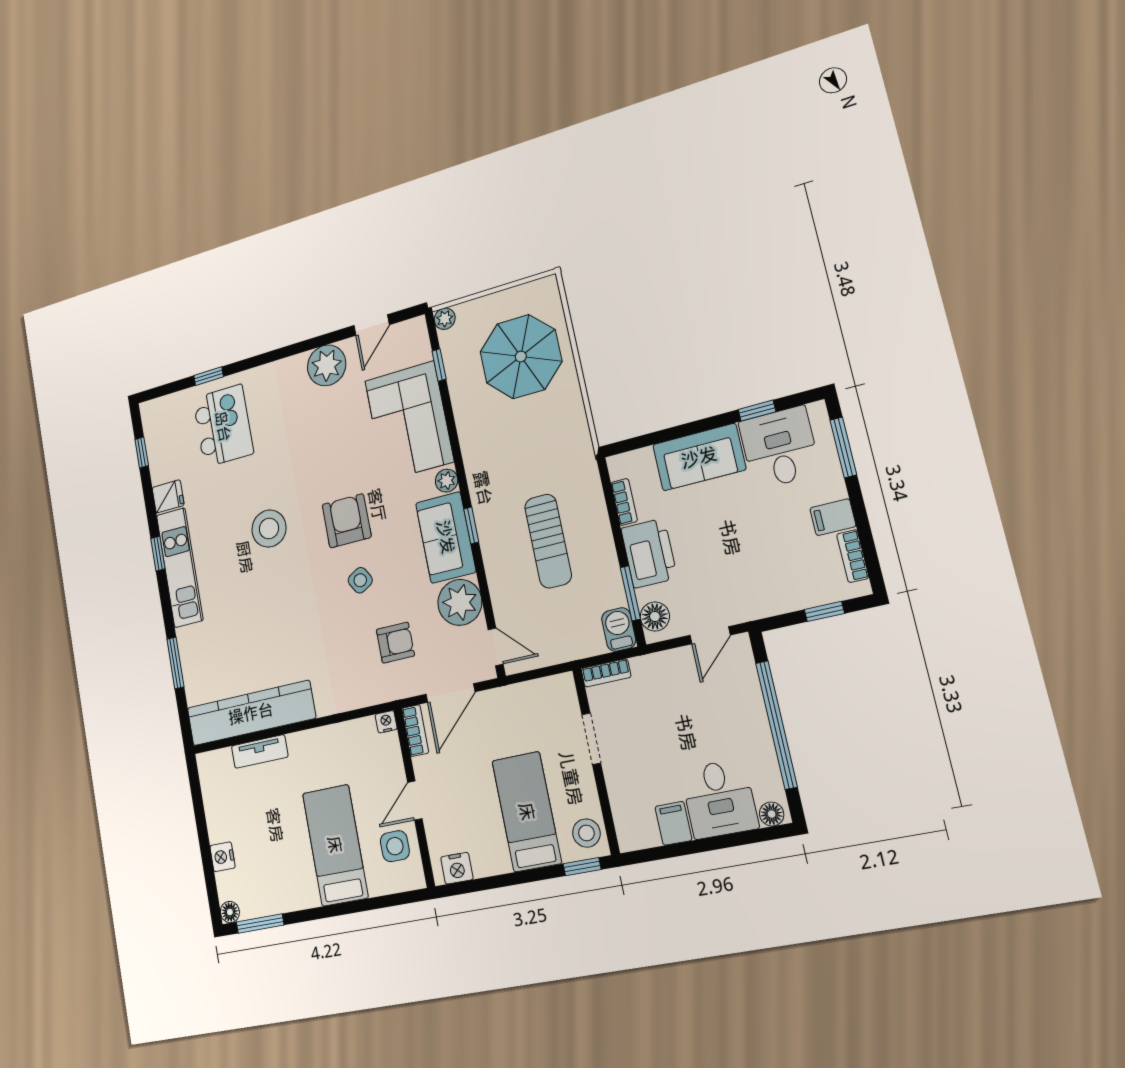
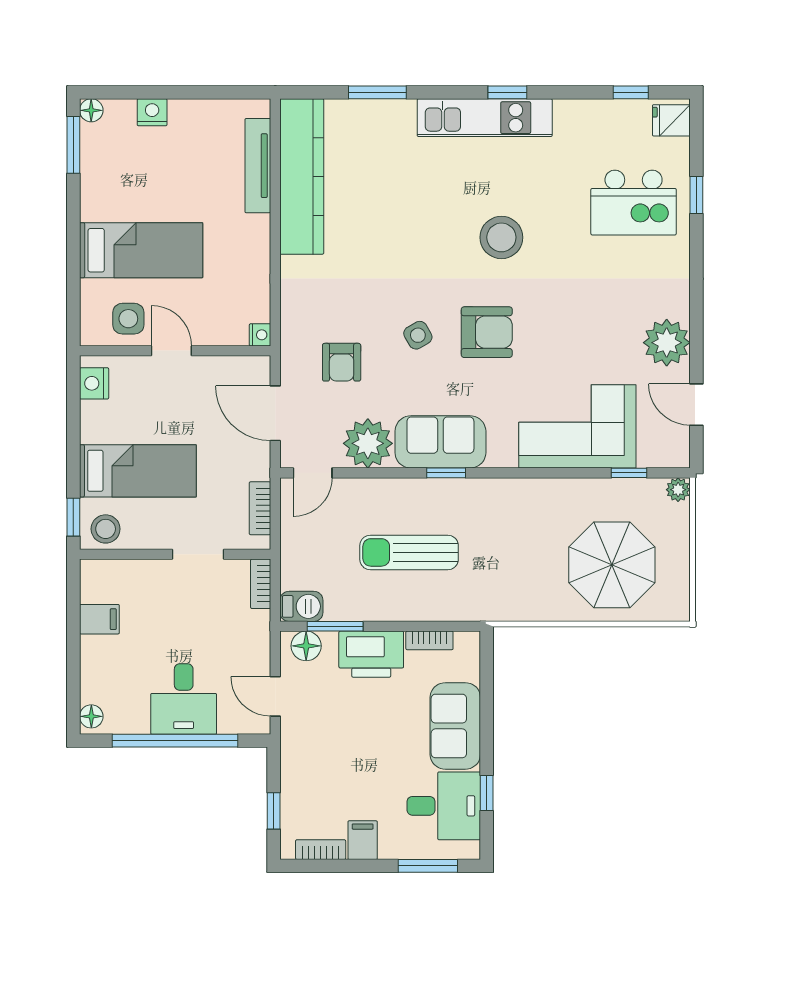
plant: (447, 481) -> (501, 455), removed
fridge: (168, 496) -> (671, 120), moved, turned 90
bookcase: (415, 731) -> (260, 508), moved, turned 90
tv unit: (260, 751) -> (258, 166), width x1.41
desk: (719, 799) -> (184, 699), moved, turned -90

